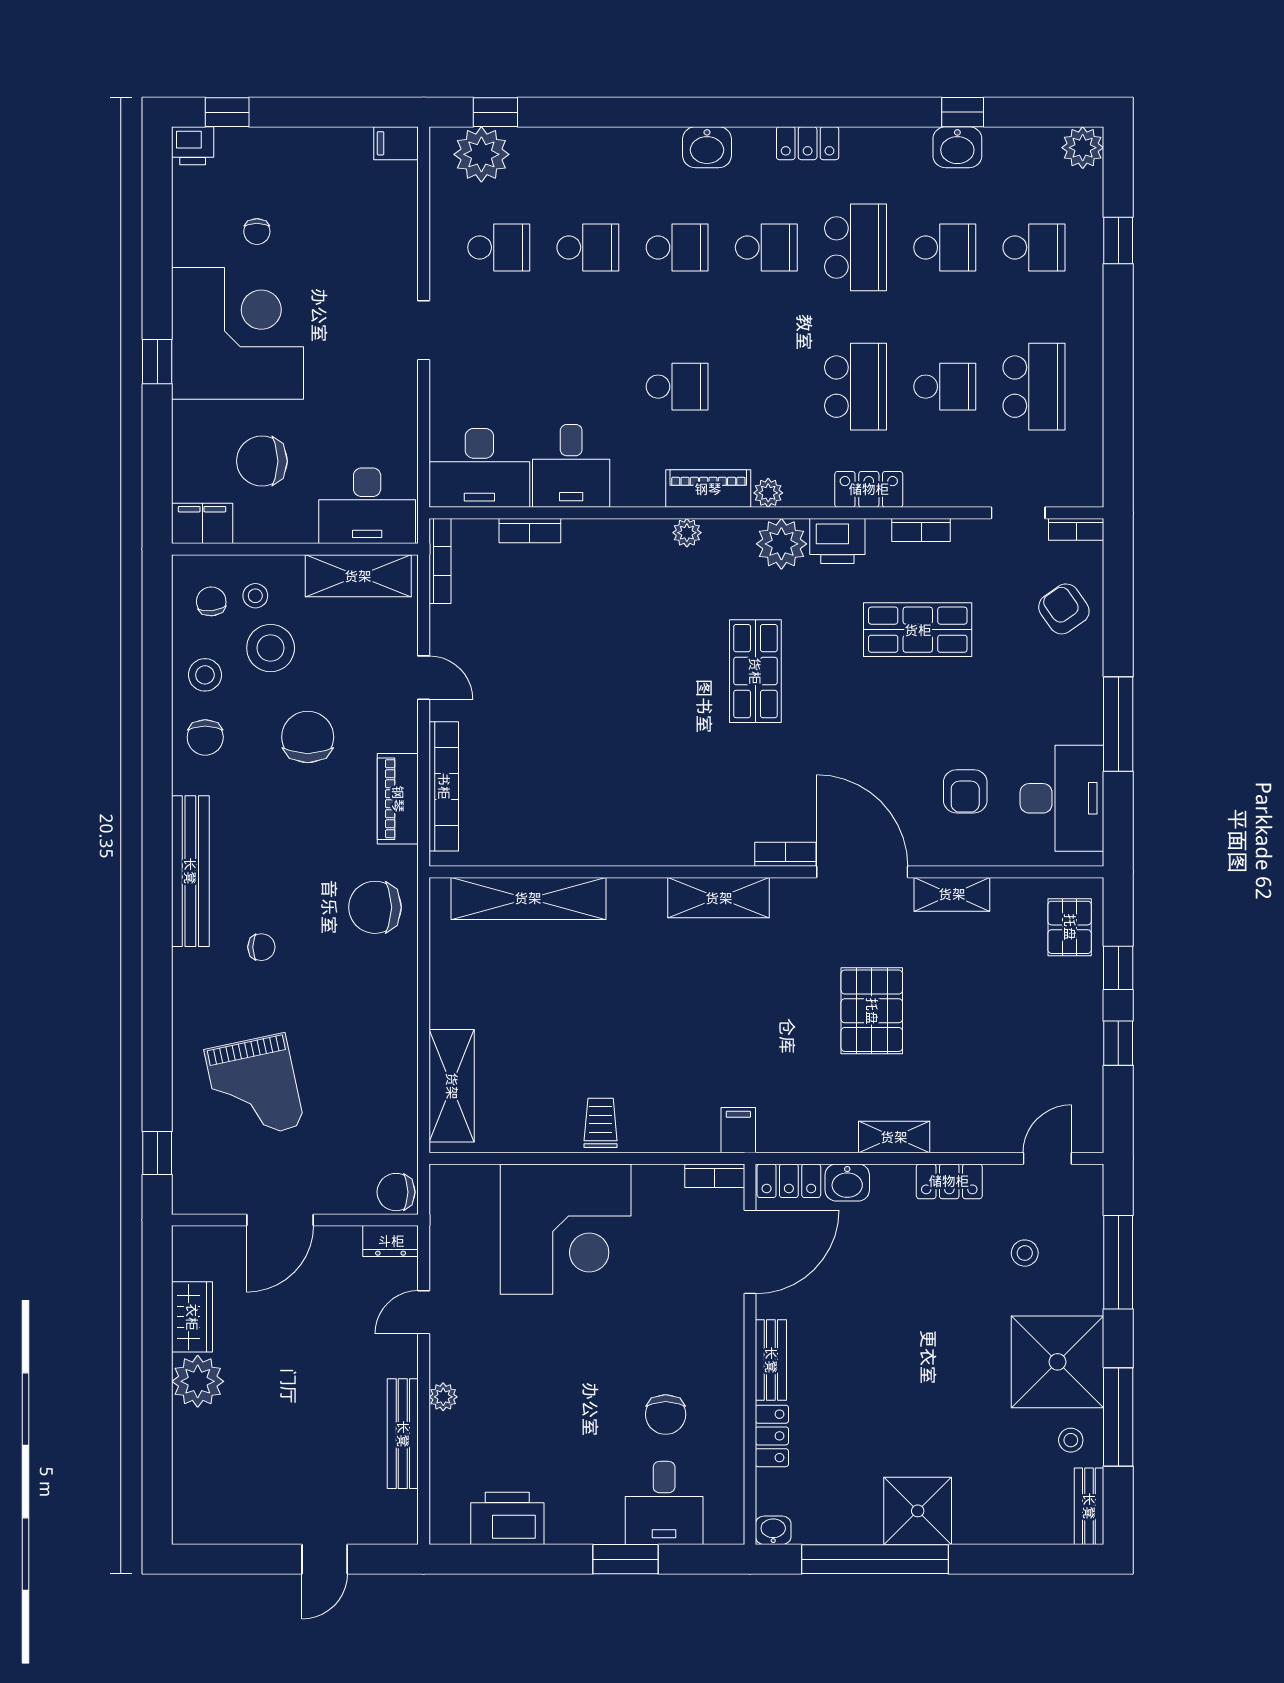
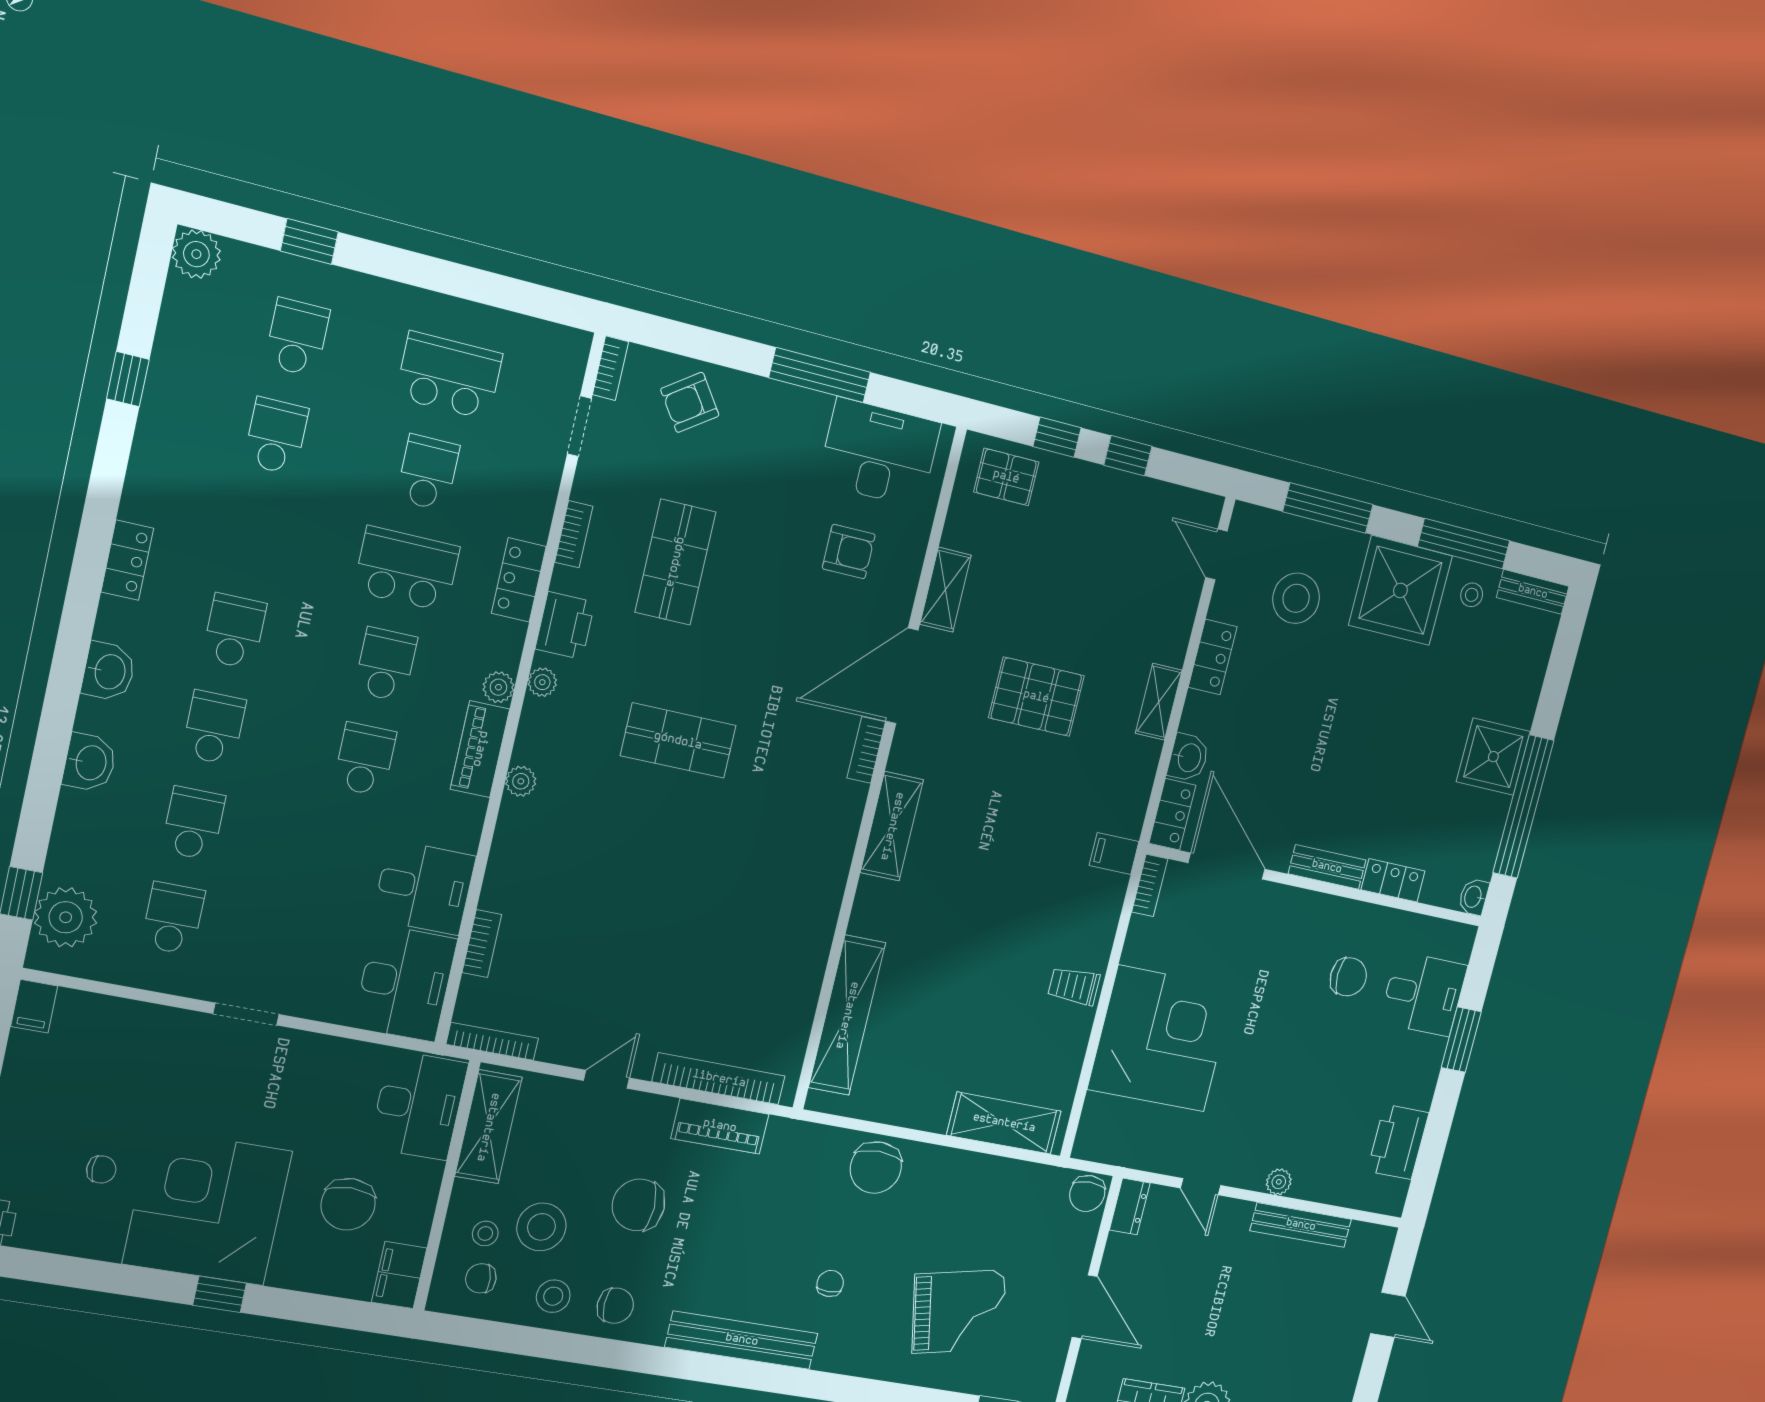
washbasin: (957, 147) -> (90, 763), moved
school desk: (856, 247) -> (386, 664), moved, width x0.54
plant: (781, 544) -> (542, 682), width x0.53, depth x0.53
chair: (375, 907) -> (876, 1168), moved
stool: (1025, 1253) -> (1296, 598), width x1.89, depth x1.89

